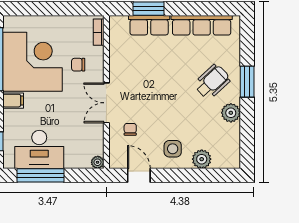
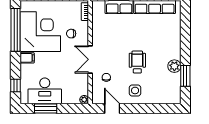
wheelchair: (212, 82) -> (137, 62), moved, turned -47
window: (247, 82) -> (185, 76), moved
plant: (202, 159) -> (155, 98), removed
window: (40, 175) -> (46, 108), width x0.69

